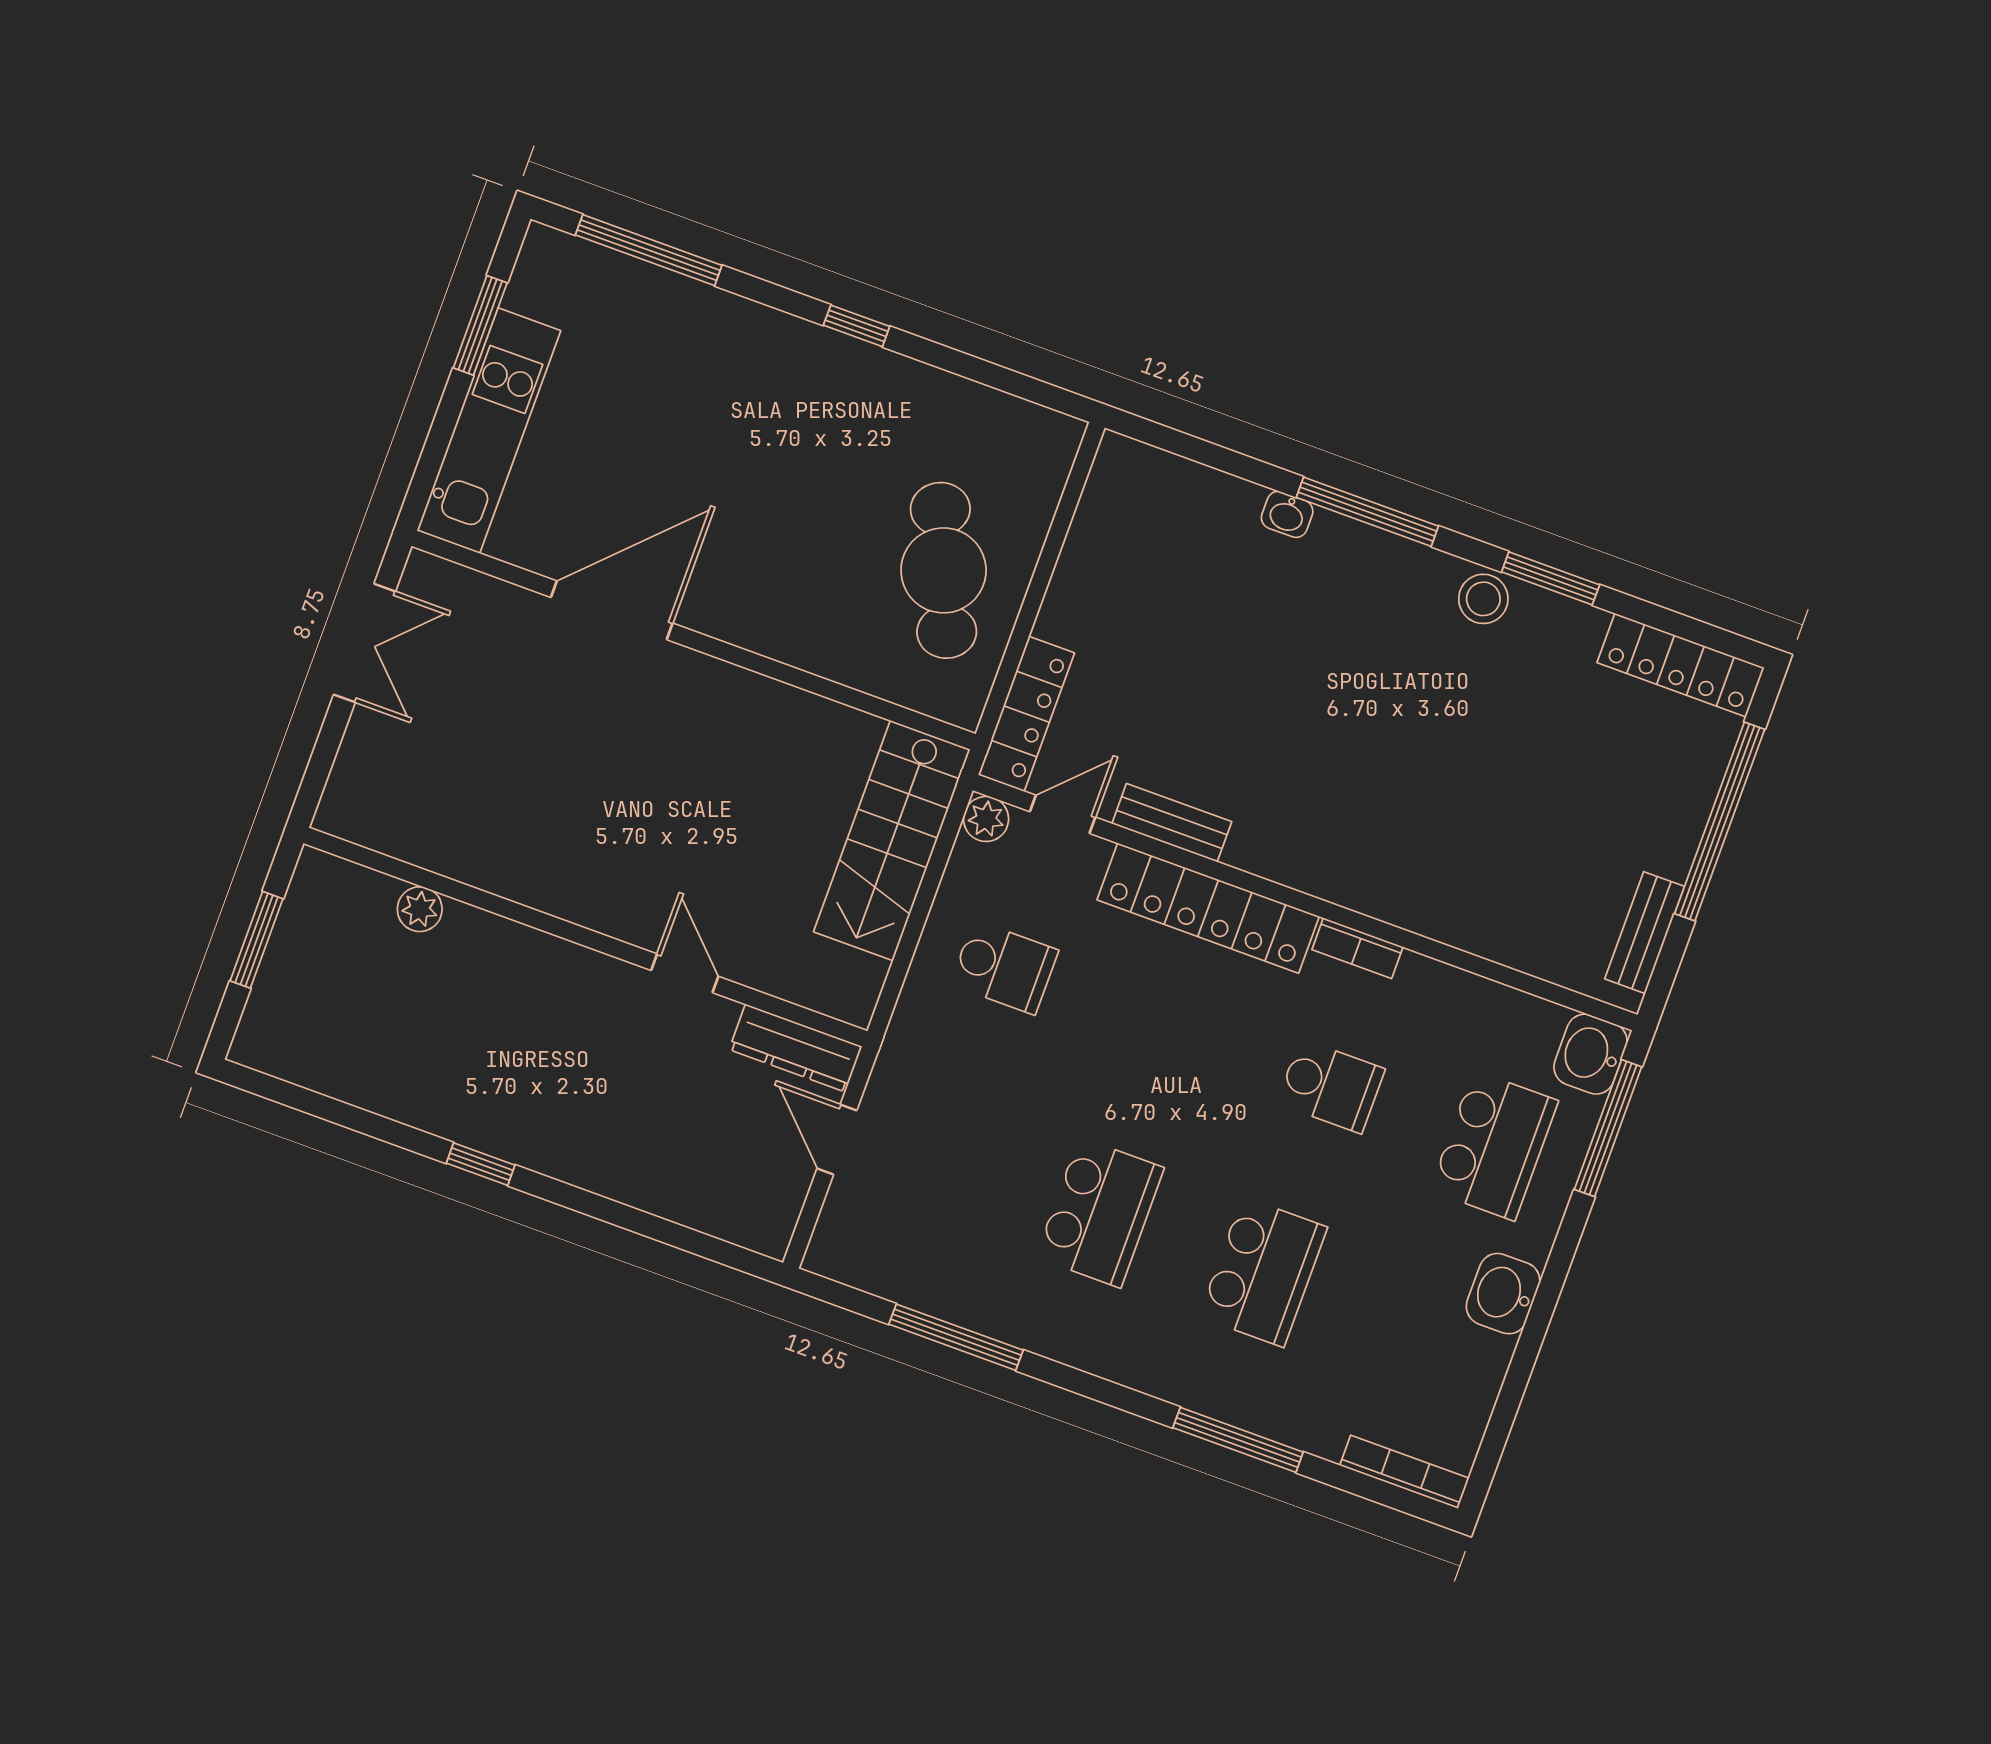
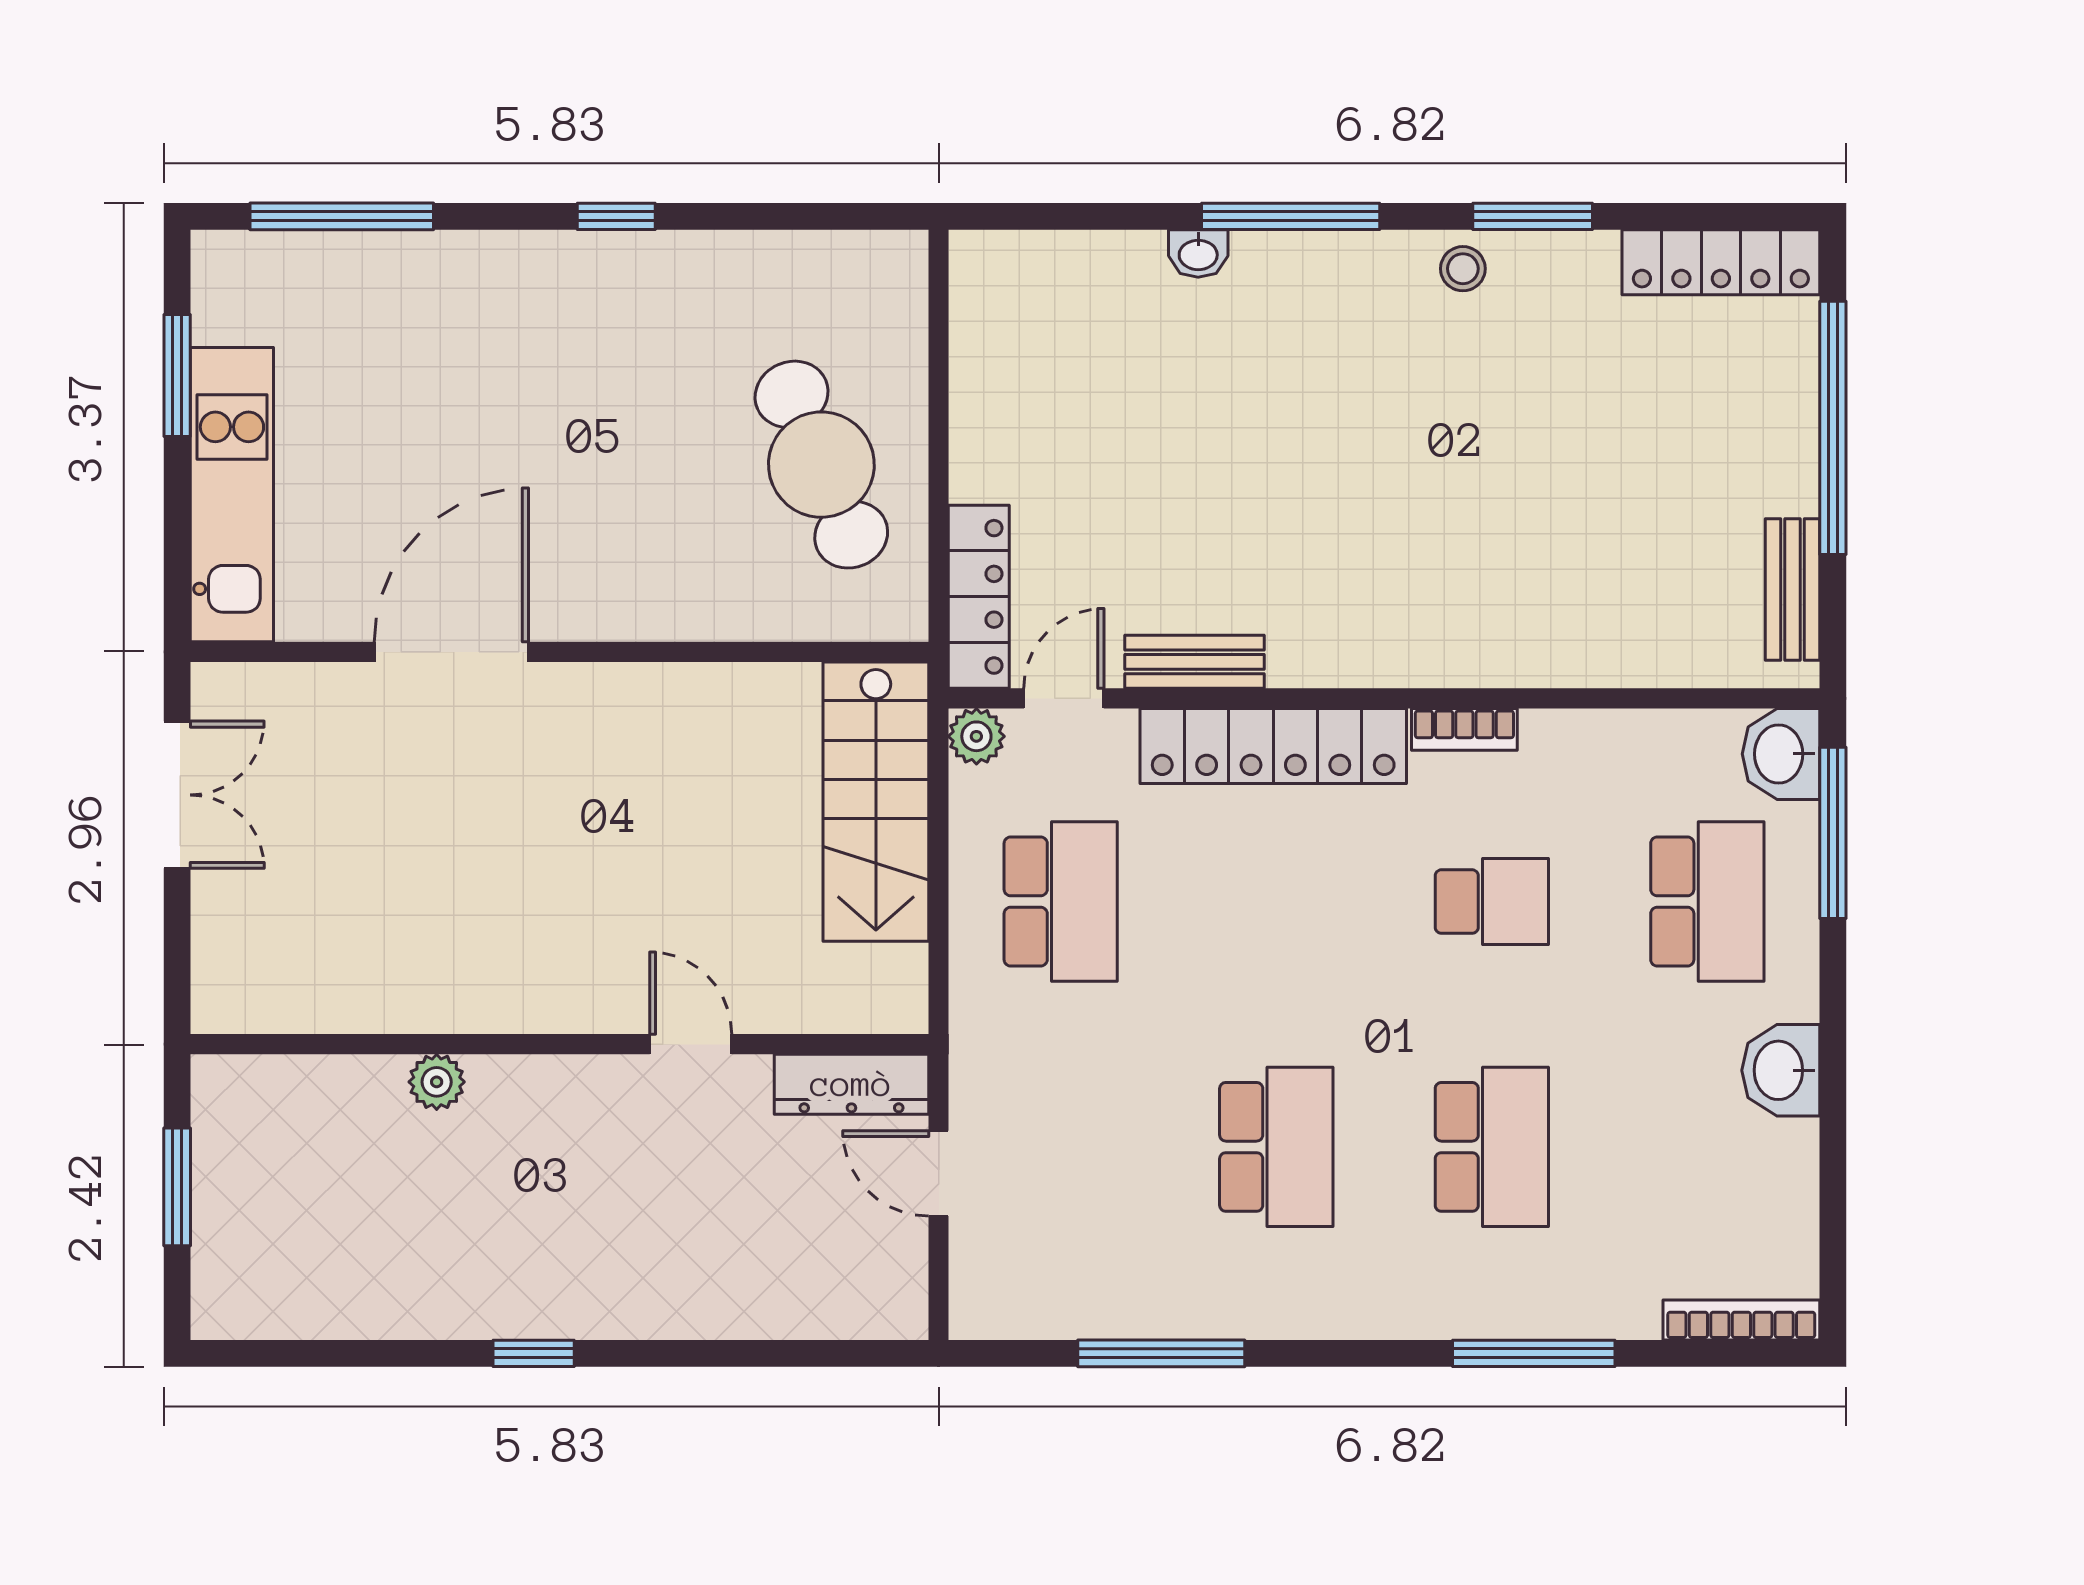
stool: (1483, 599) -> (1463, 269), width x0.73, depth x0.73
plant: (420, 909) -> (437, 1082), moved
school desk: (1004, 967) -> (1061, 902), width x1.85

